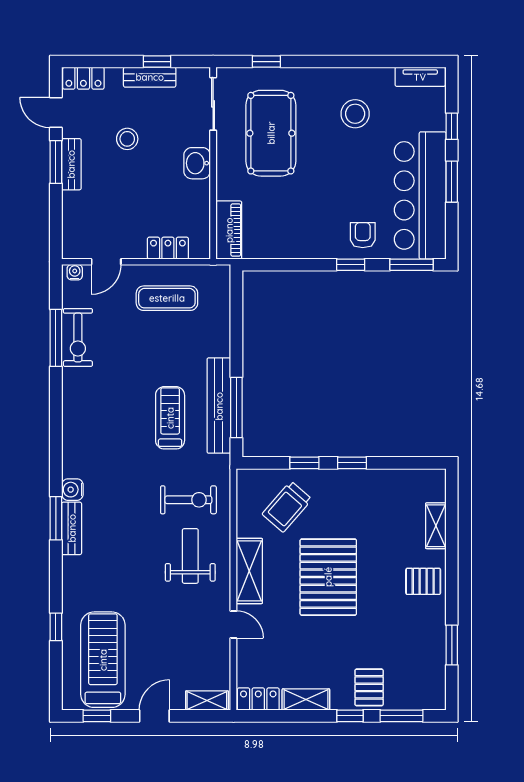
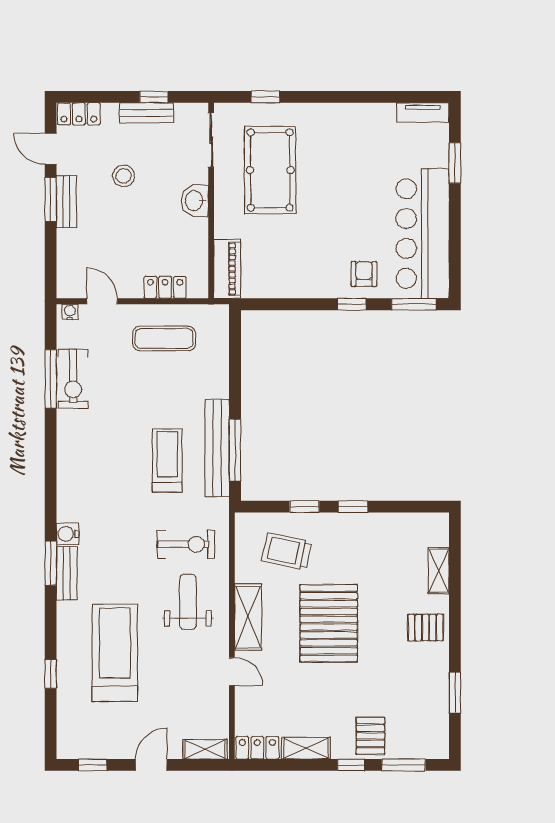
stool: (355, 114) -> (356, 150), removed
window: (452, 126) -> (455, 163), width x1.50
window: (452, 182) -> (455, 219), removed
door: (106, 262) -> (102, 301), swing flipped
trolley: (287, 507) -> (287, 551), turned 61
treadmill: (103, 660) -> (115, 653), moved

